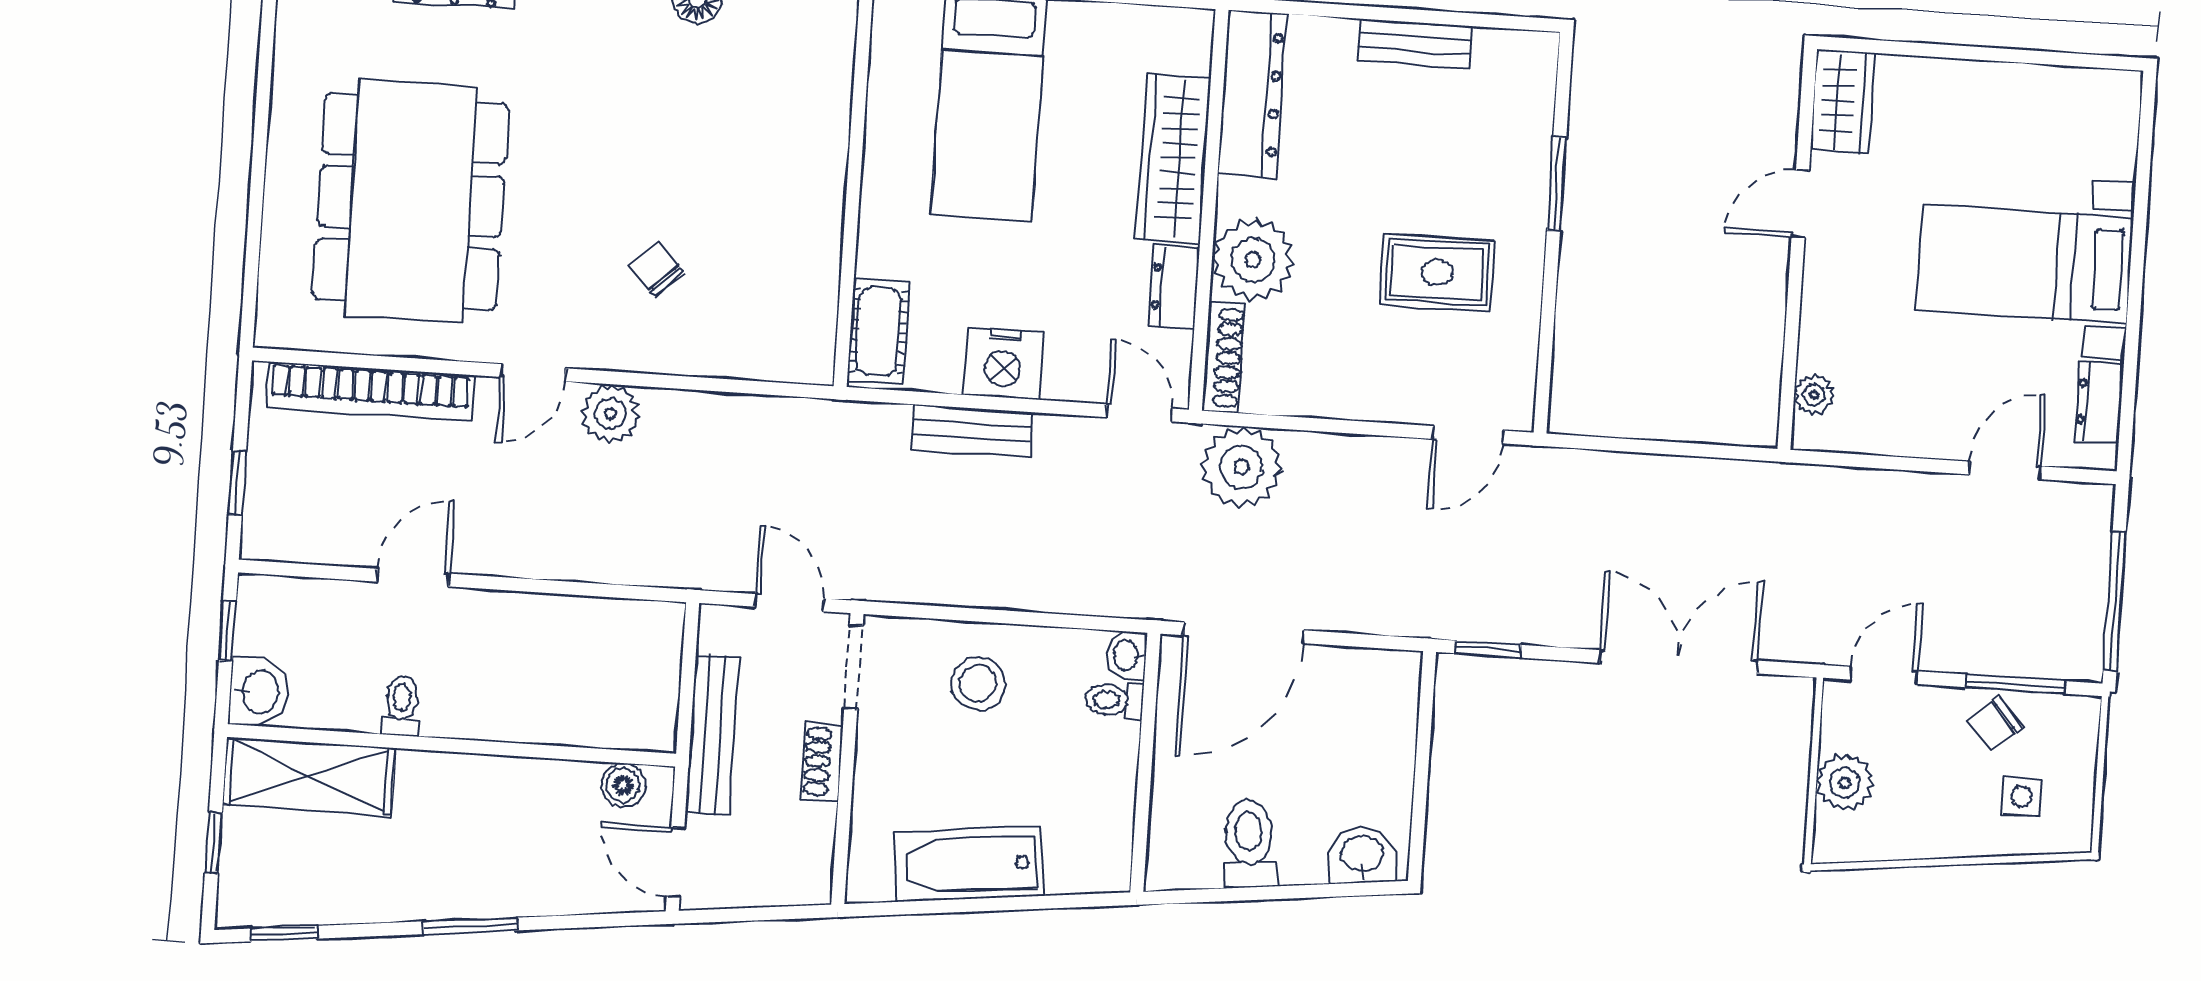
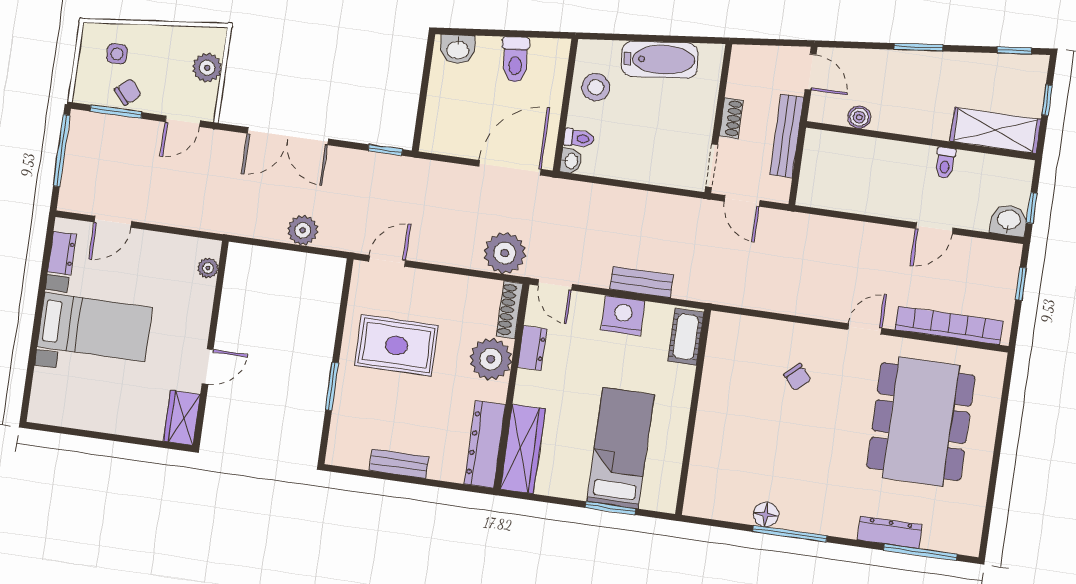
wardrobe: (1173, 158) -> (523, 449), moved
rug: (1437, 272) -> (397, 345), width x1.36, depth x1.43
plant: (610, 414) -> (303, 230), moved
stool: (978, 684) -> (596, 87), moved
washbasin: (259, 692) -> (1009, 220), moved, turned 90
boiler: (623, 785) -> (859, 117), moved

